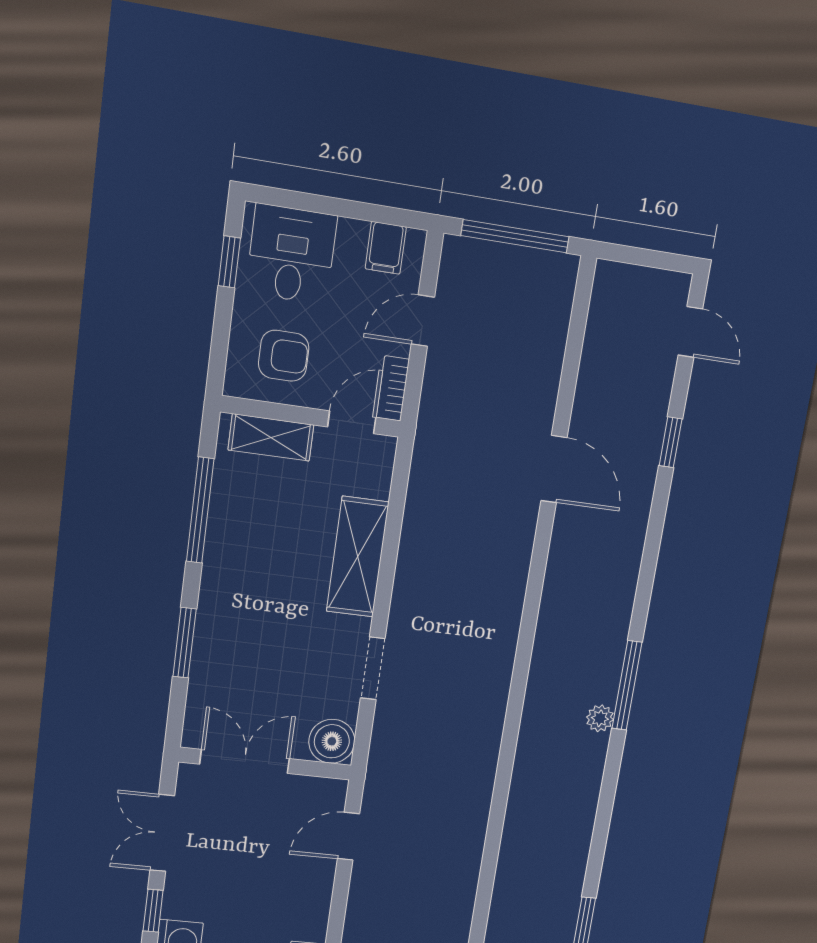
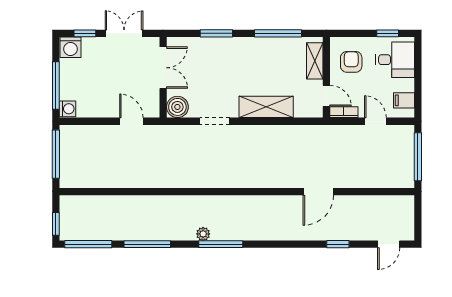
armchair: (284, 356) -> (351, 62), turned 180
window: (601, 830) -> (147, 244), added

